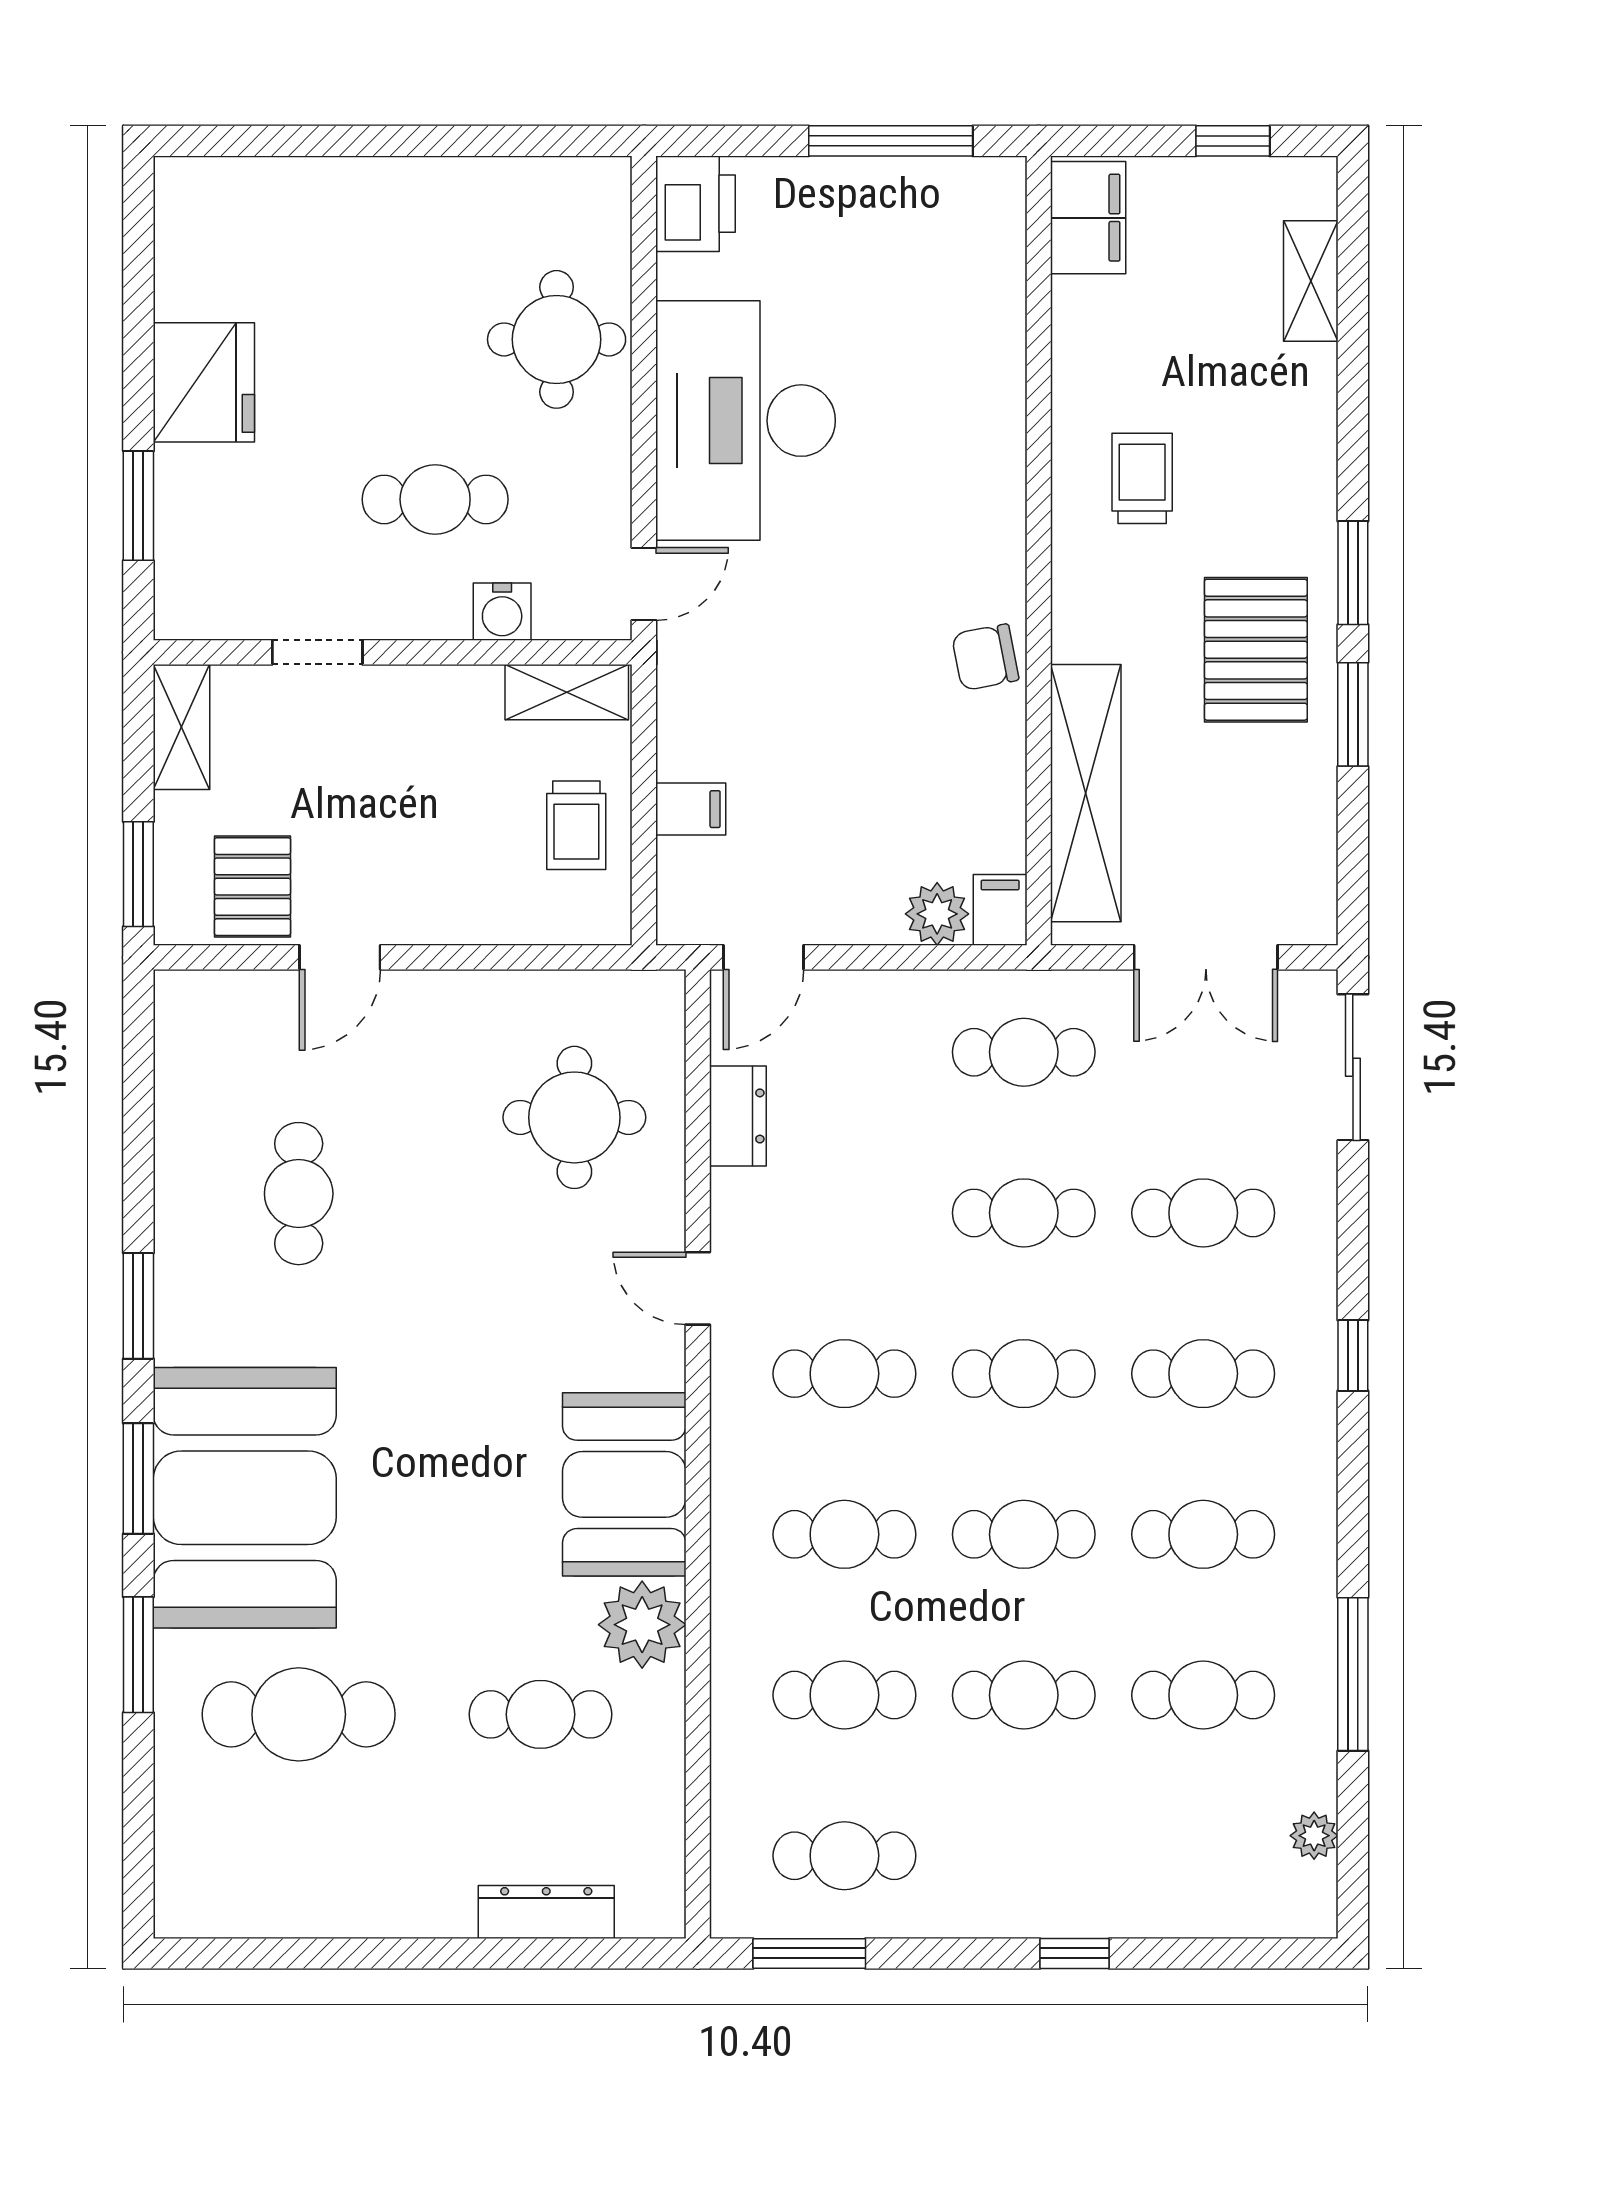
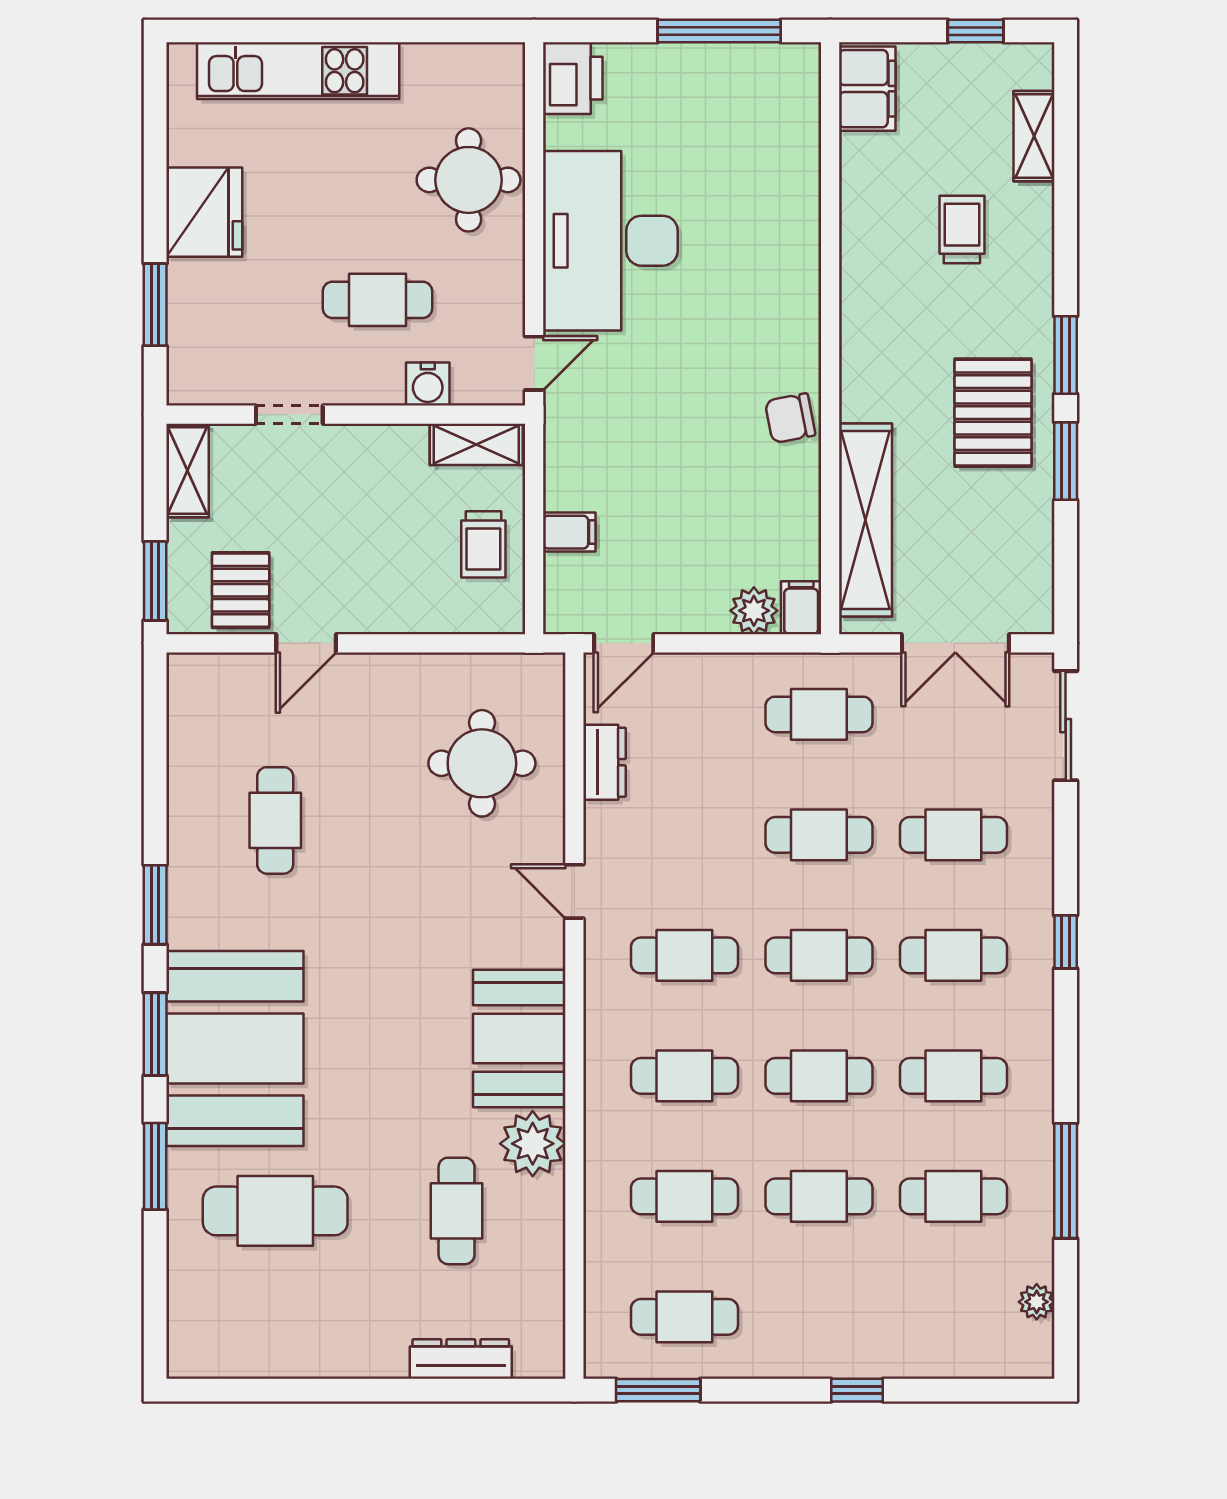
kitchen unit: (329, 194) -> (298, 71), added
trolley: (1142, 478) -> (962, 229), moved
cafe table: (541, 1714) -> (457, 1211), turned 90

